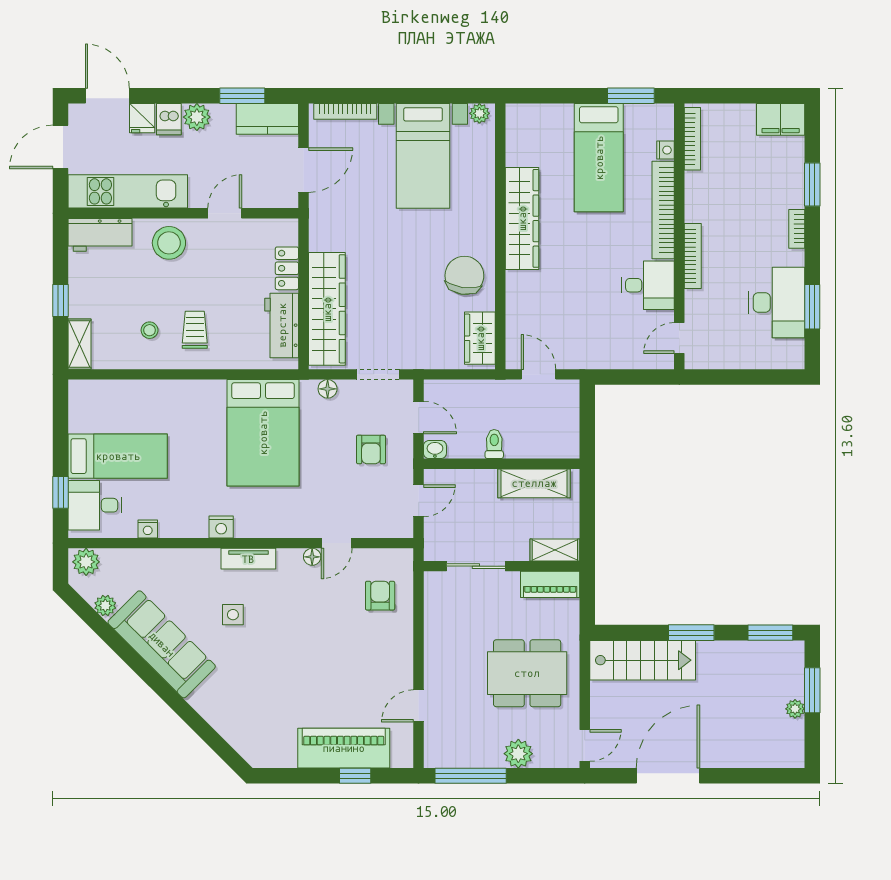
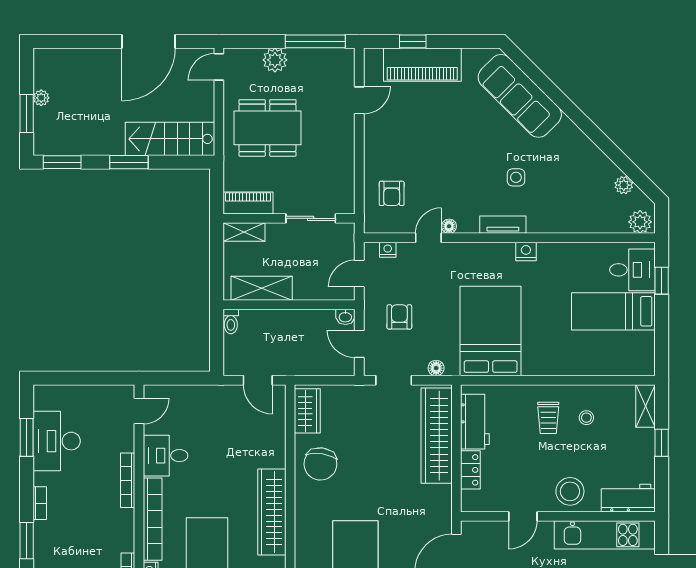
toilet: (494, 444) -> (231, 321), moved
nightstand: (148, 529) -> (388, 250), moved
sofa: (162, 644) -> (520, 96), moved

